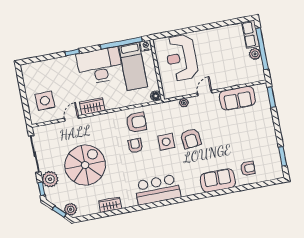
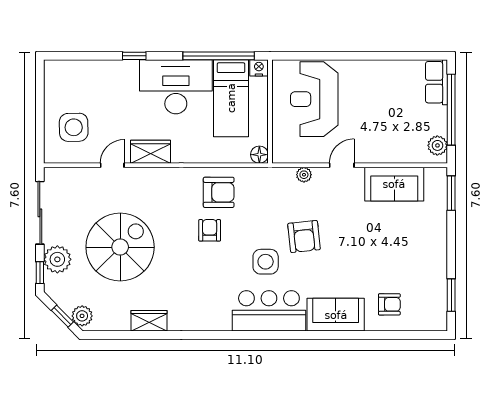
plant: (255, 54) -> (437, 145), moved
side table: (166, 142) -> (266, 262), moved
bar counter: (157, 190) -> (269, 311), moved

